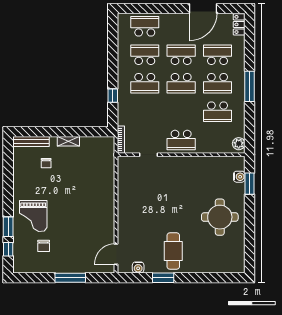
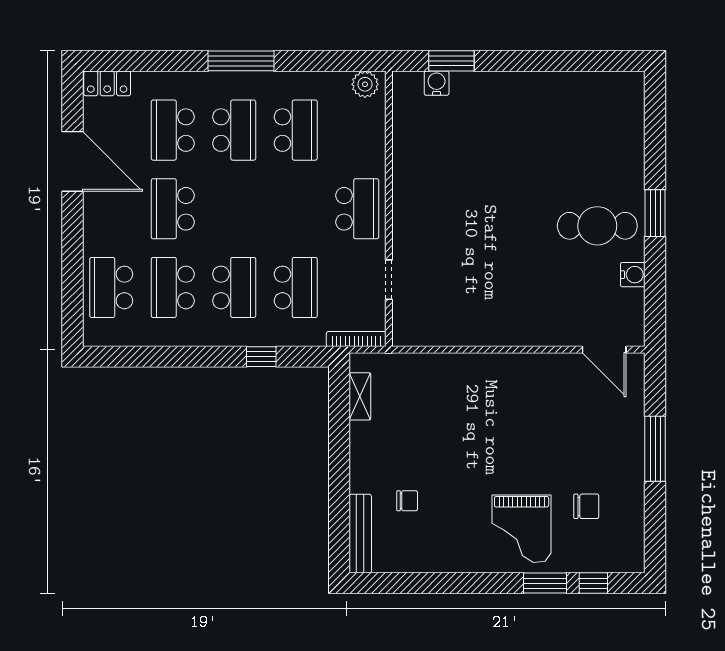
school desk: (181, 83) -> (296, 287), moved
shelving: (68, 141) -> (360, 396), moved
grand piano: (33, 216) -> (522, 529), turned 90
round table: (220, 217) -> (524, 125), removed
water cooler: (138, 267) -> (633, 275), moved
window: (163, 278) -> (655, 213), moved

